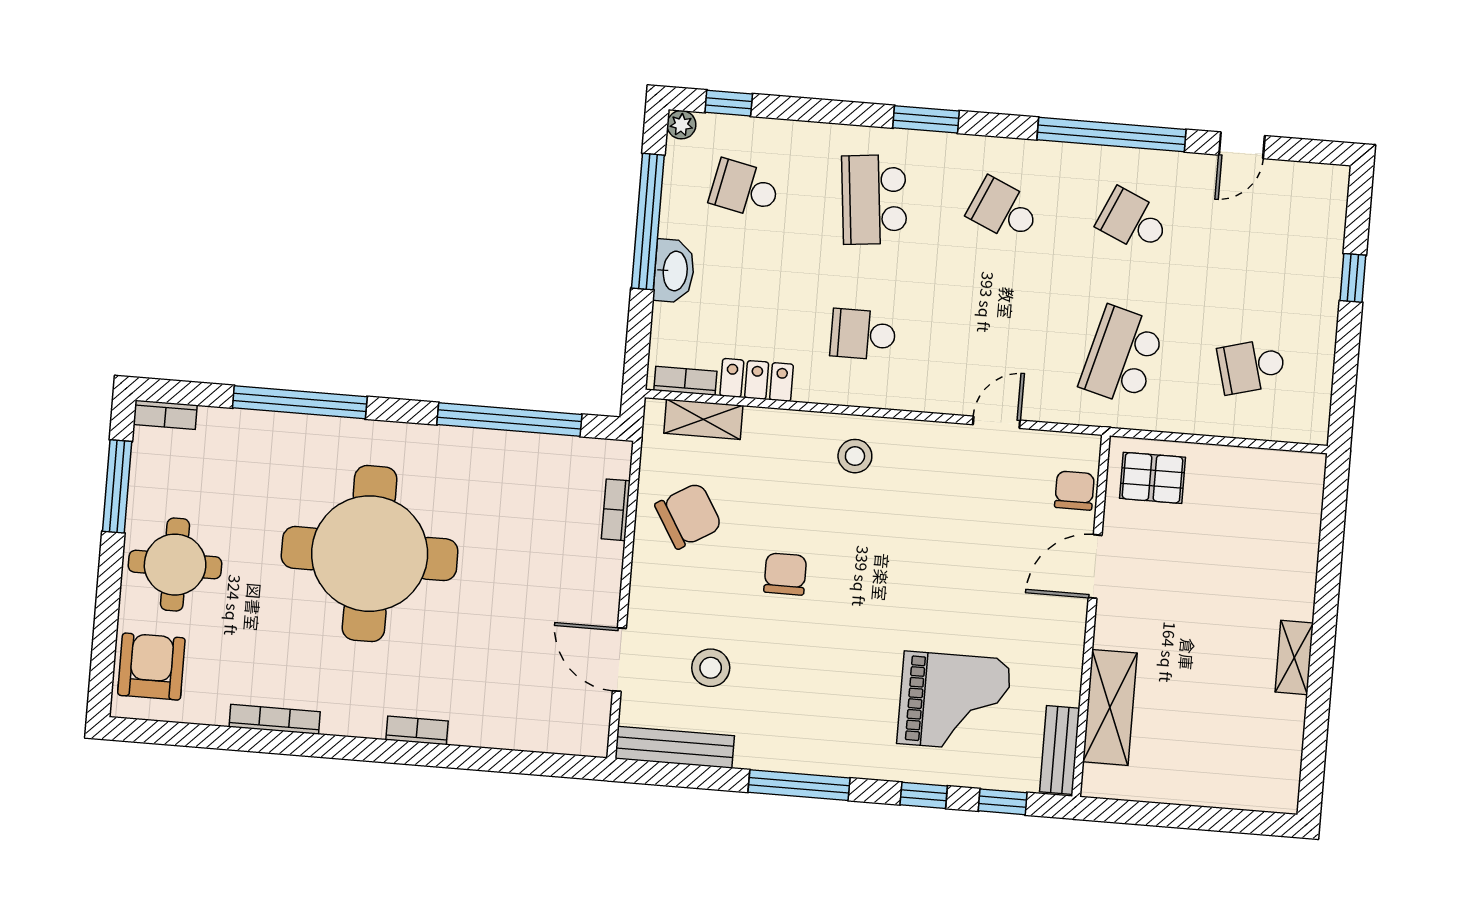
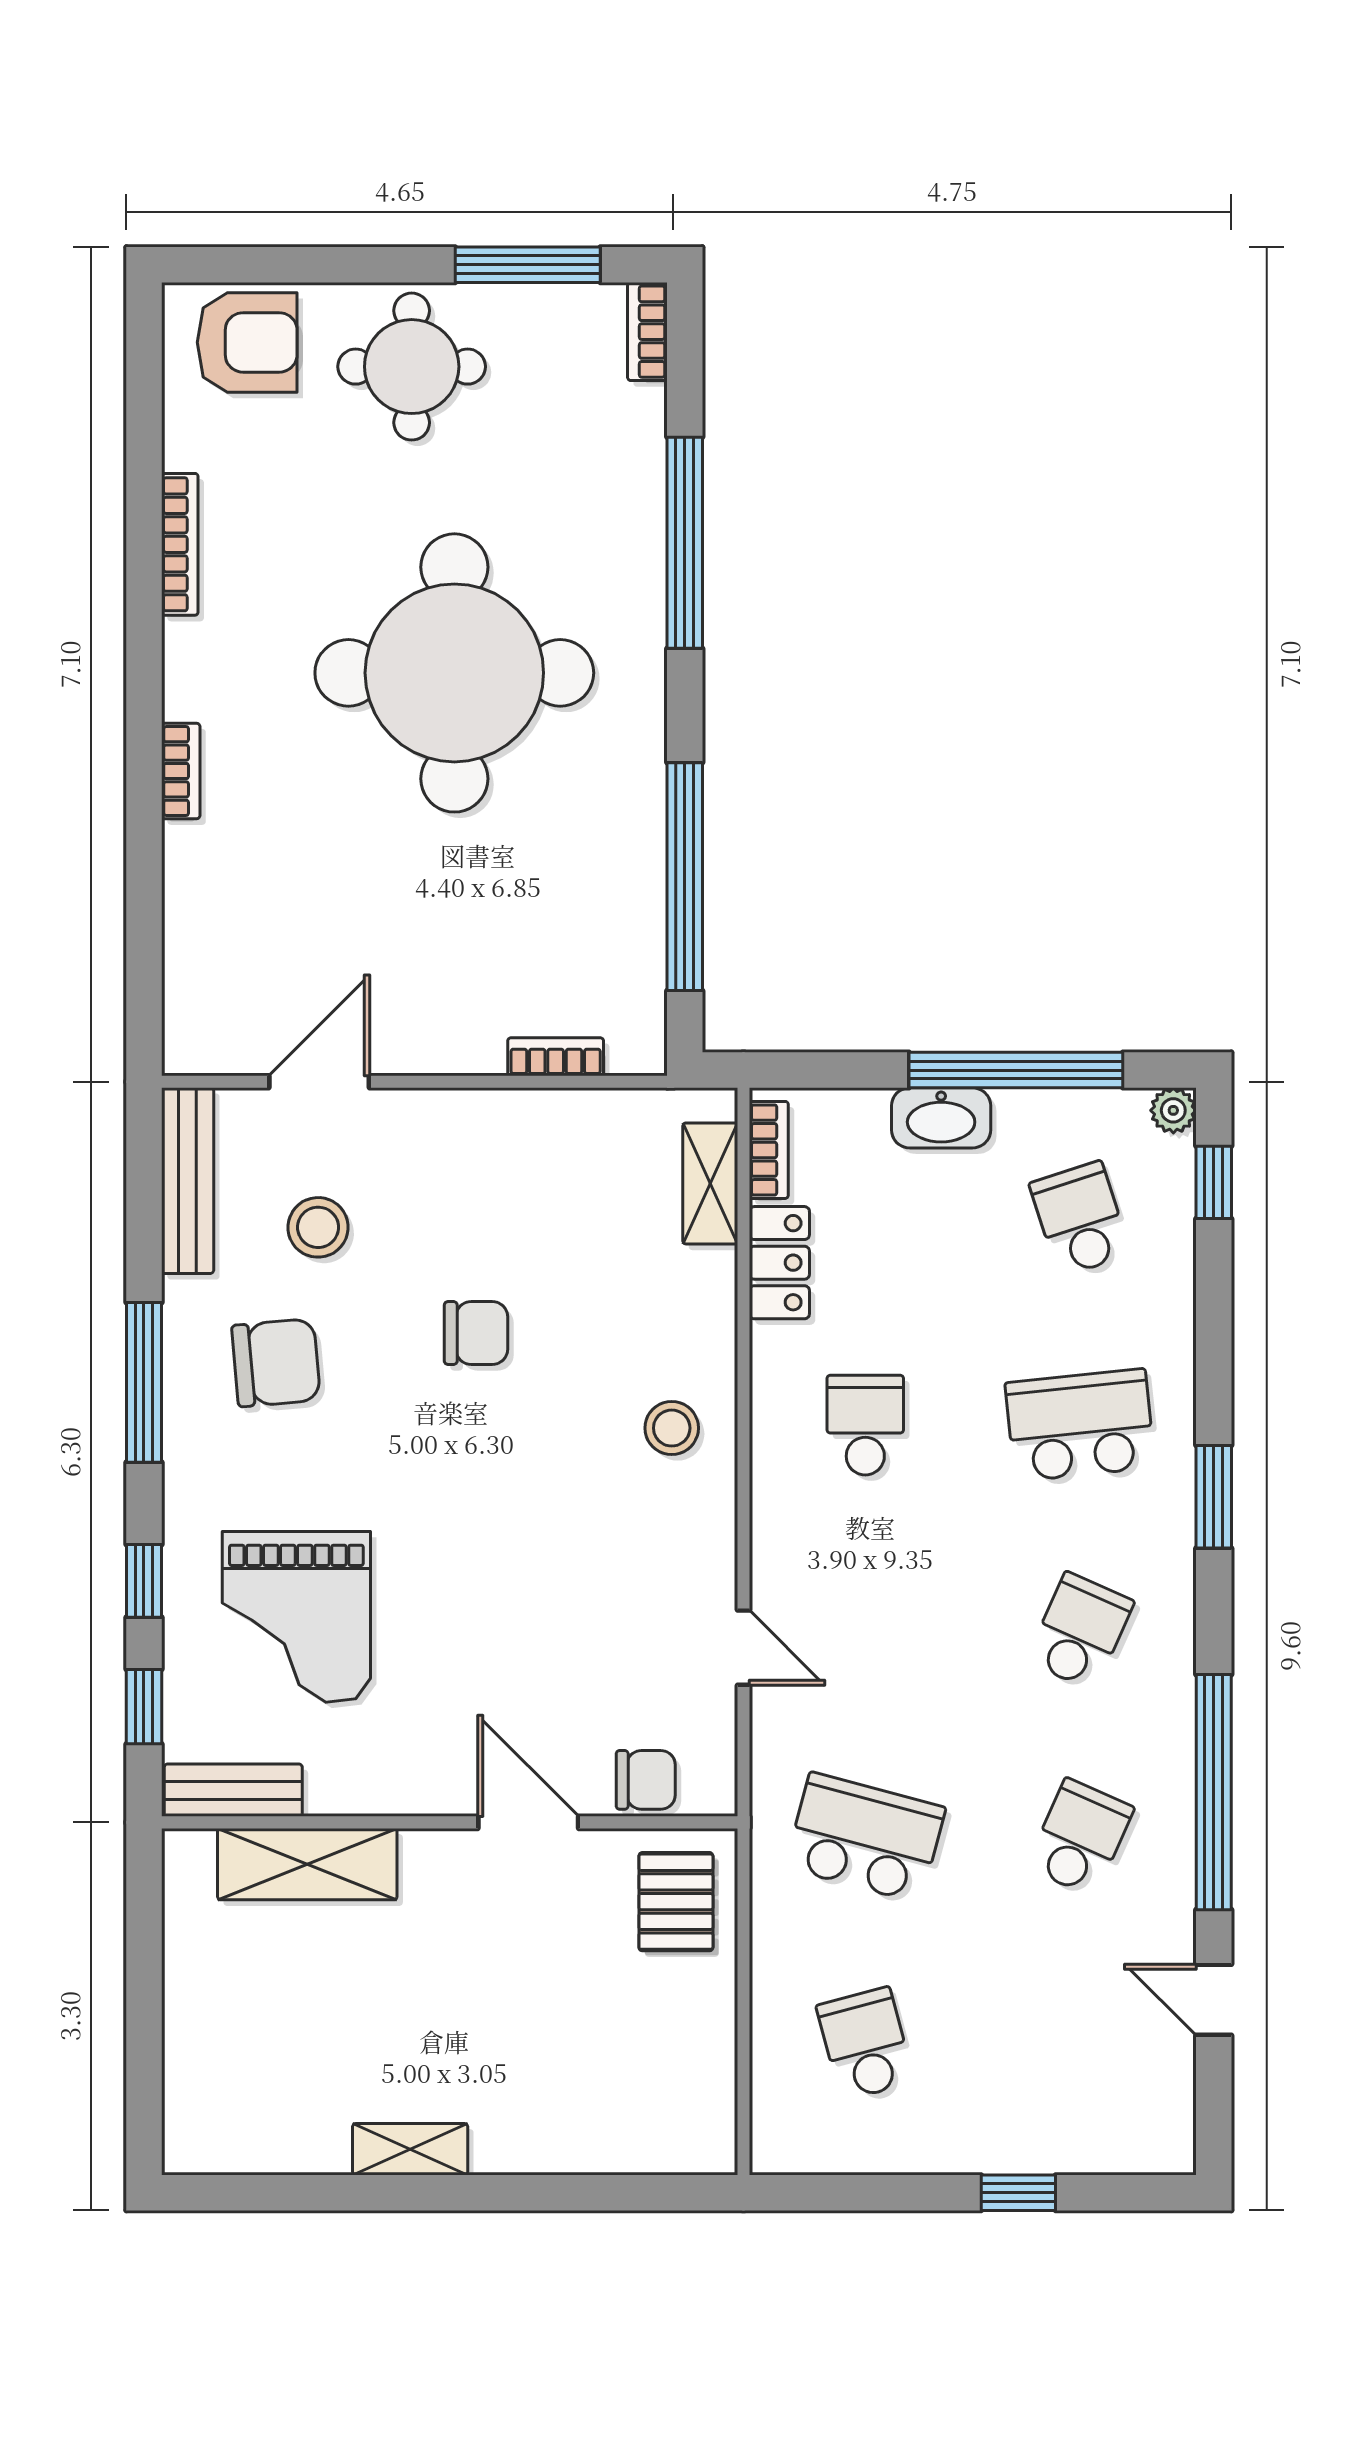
school desk: (745, 189) -> (1080, 1219), turned -30
chair: (689, 516) -> (276, 1363), moved, turned -64

